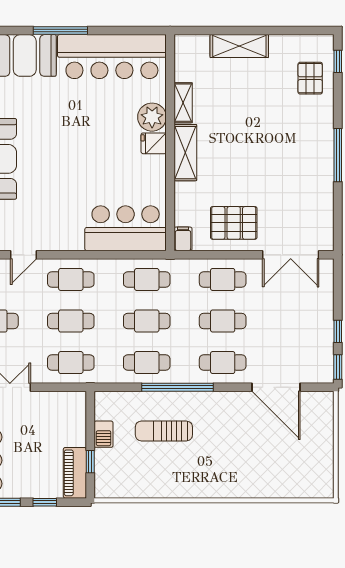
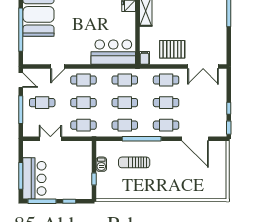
piano: (75, 473) -> (86, 185), removed

